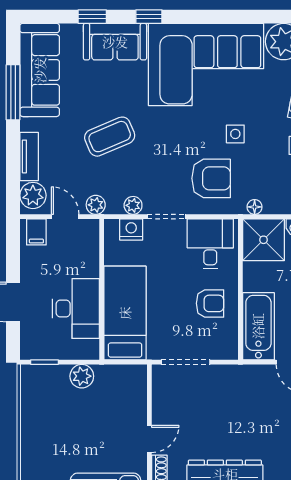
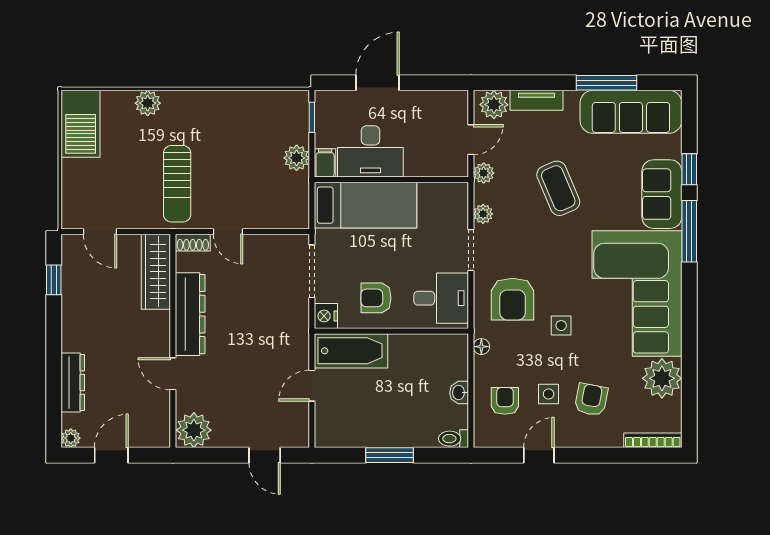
window: (149, 17) -> (689, 231), width x2.17
nightstand: (131, 229) -> (326, 316), moved, turned 180
filing cabinet: (36, 232) -> (325, 163), moved, turned 90
shower: (263, 240) -> (445, 356), removed
armchair: (210, 303) -> (376, 298), turned 90

